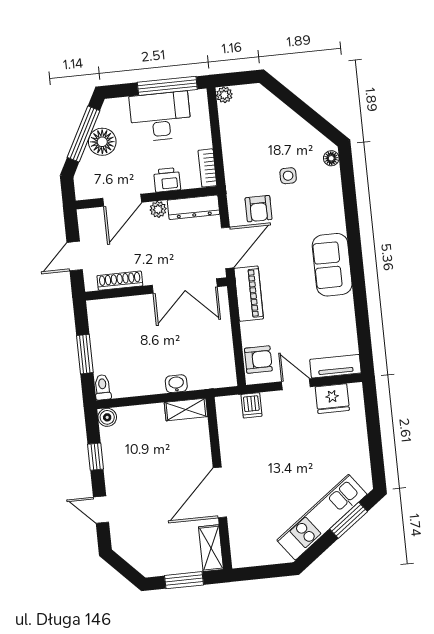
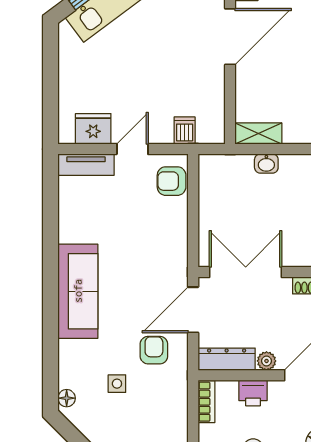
sofa: (332, 265) -> (78, 291), width x1.36
piano: (249, 294) -> (175, 256), removed
door: (296, 384) -> (132, 149), swing flipped

